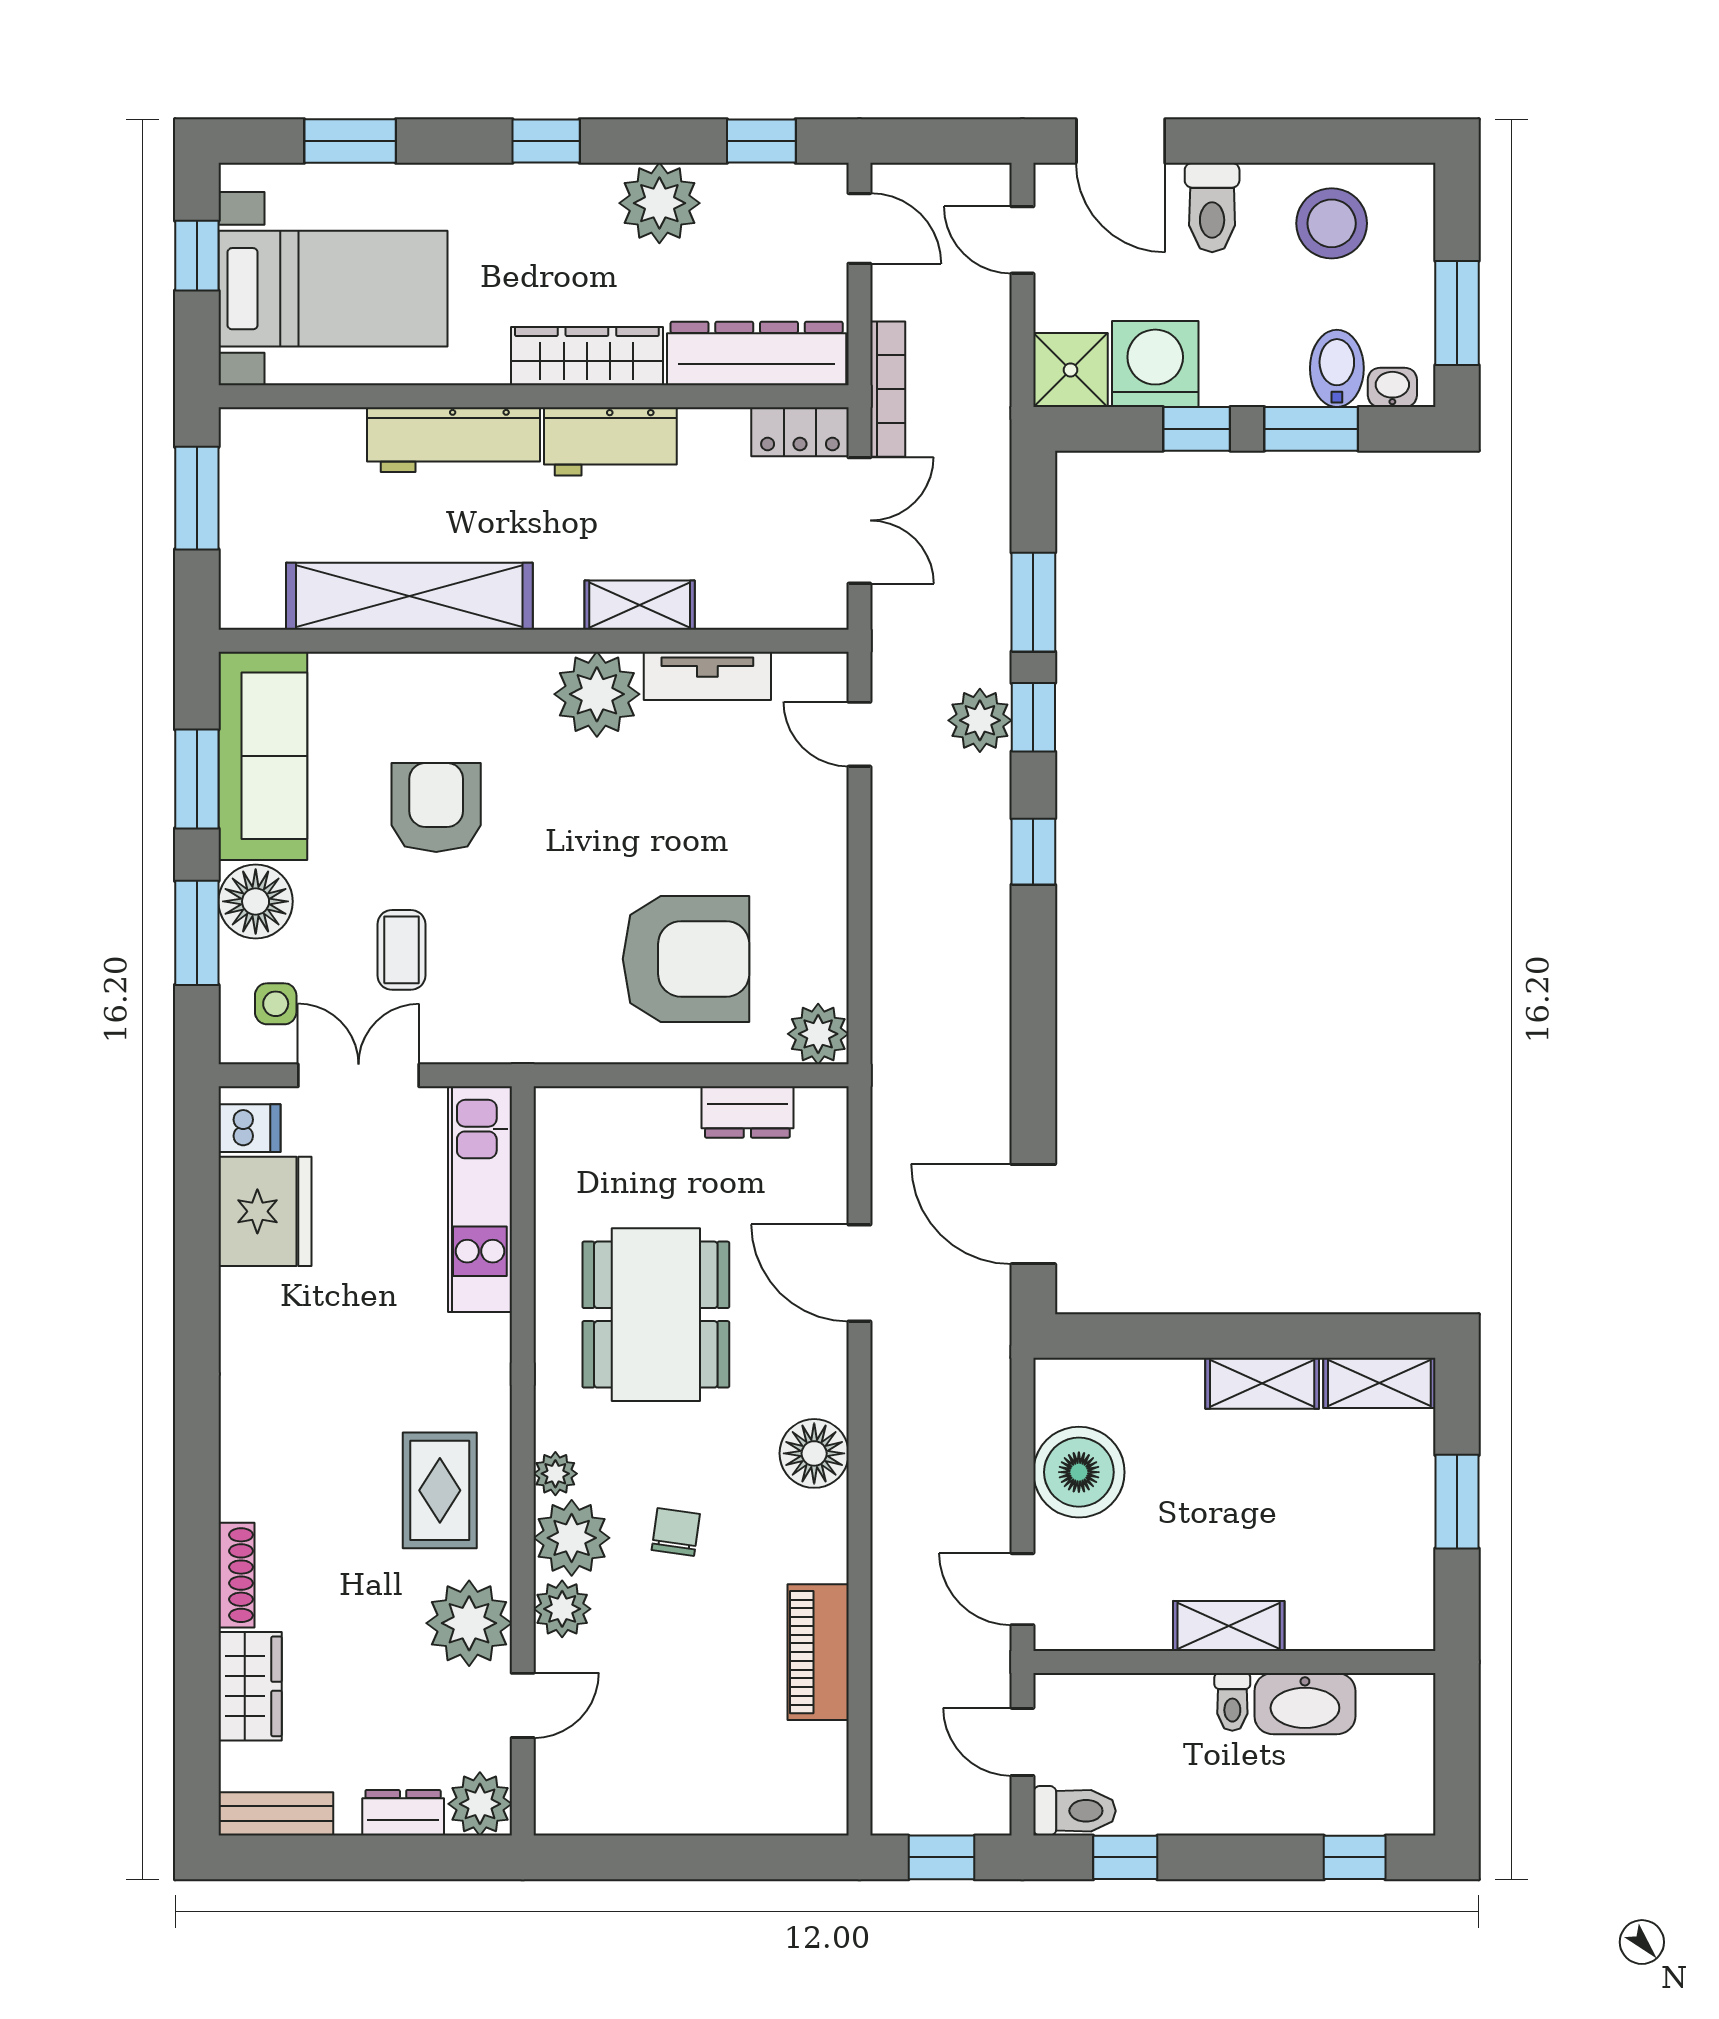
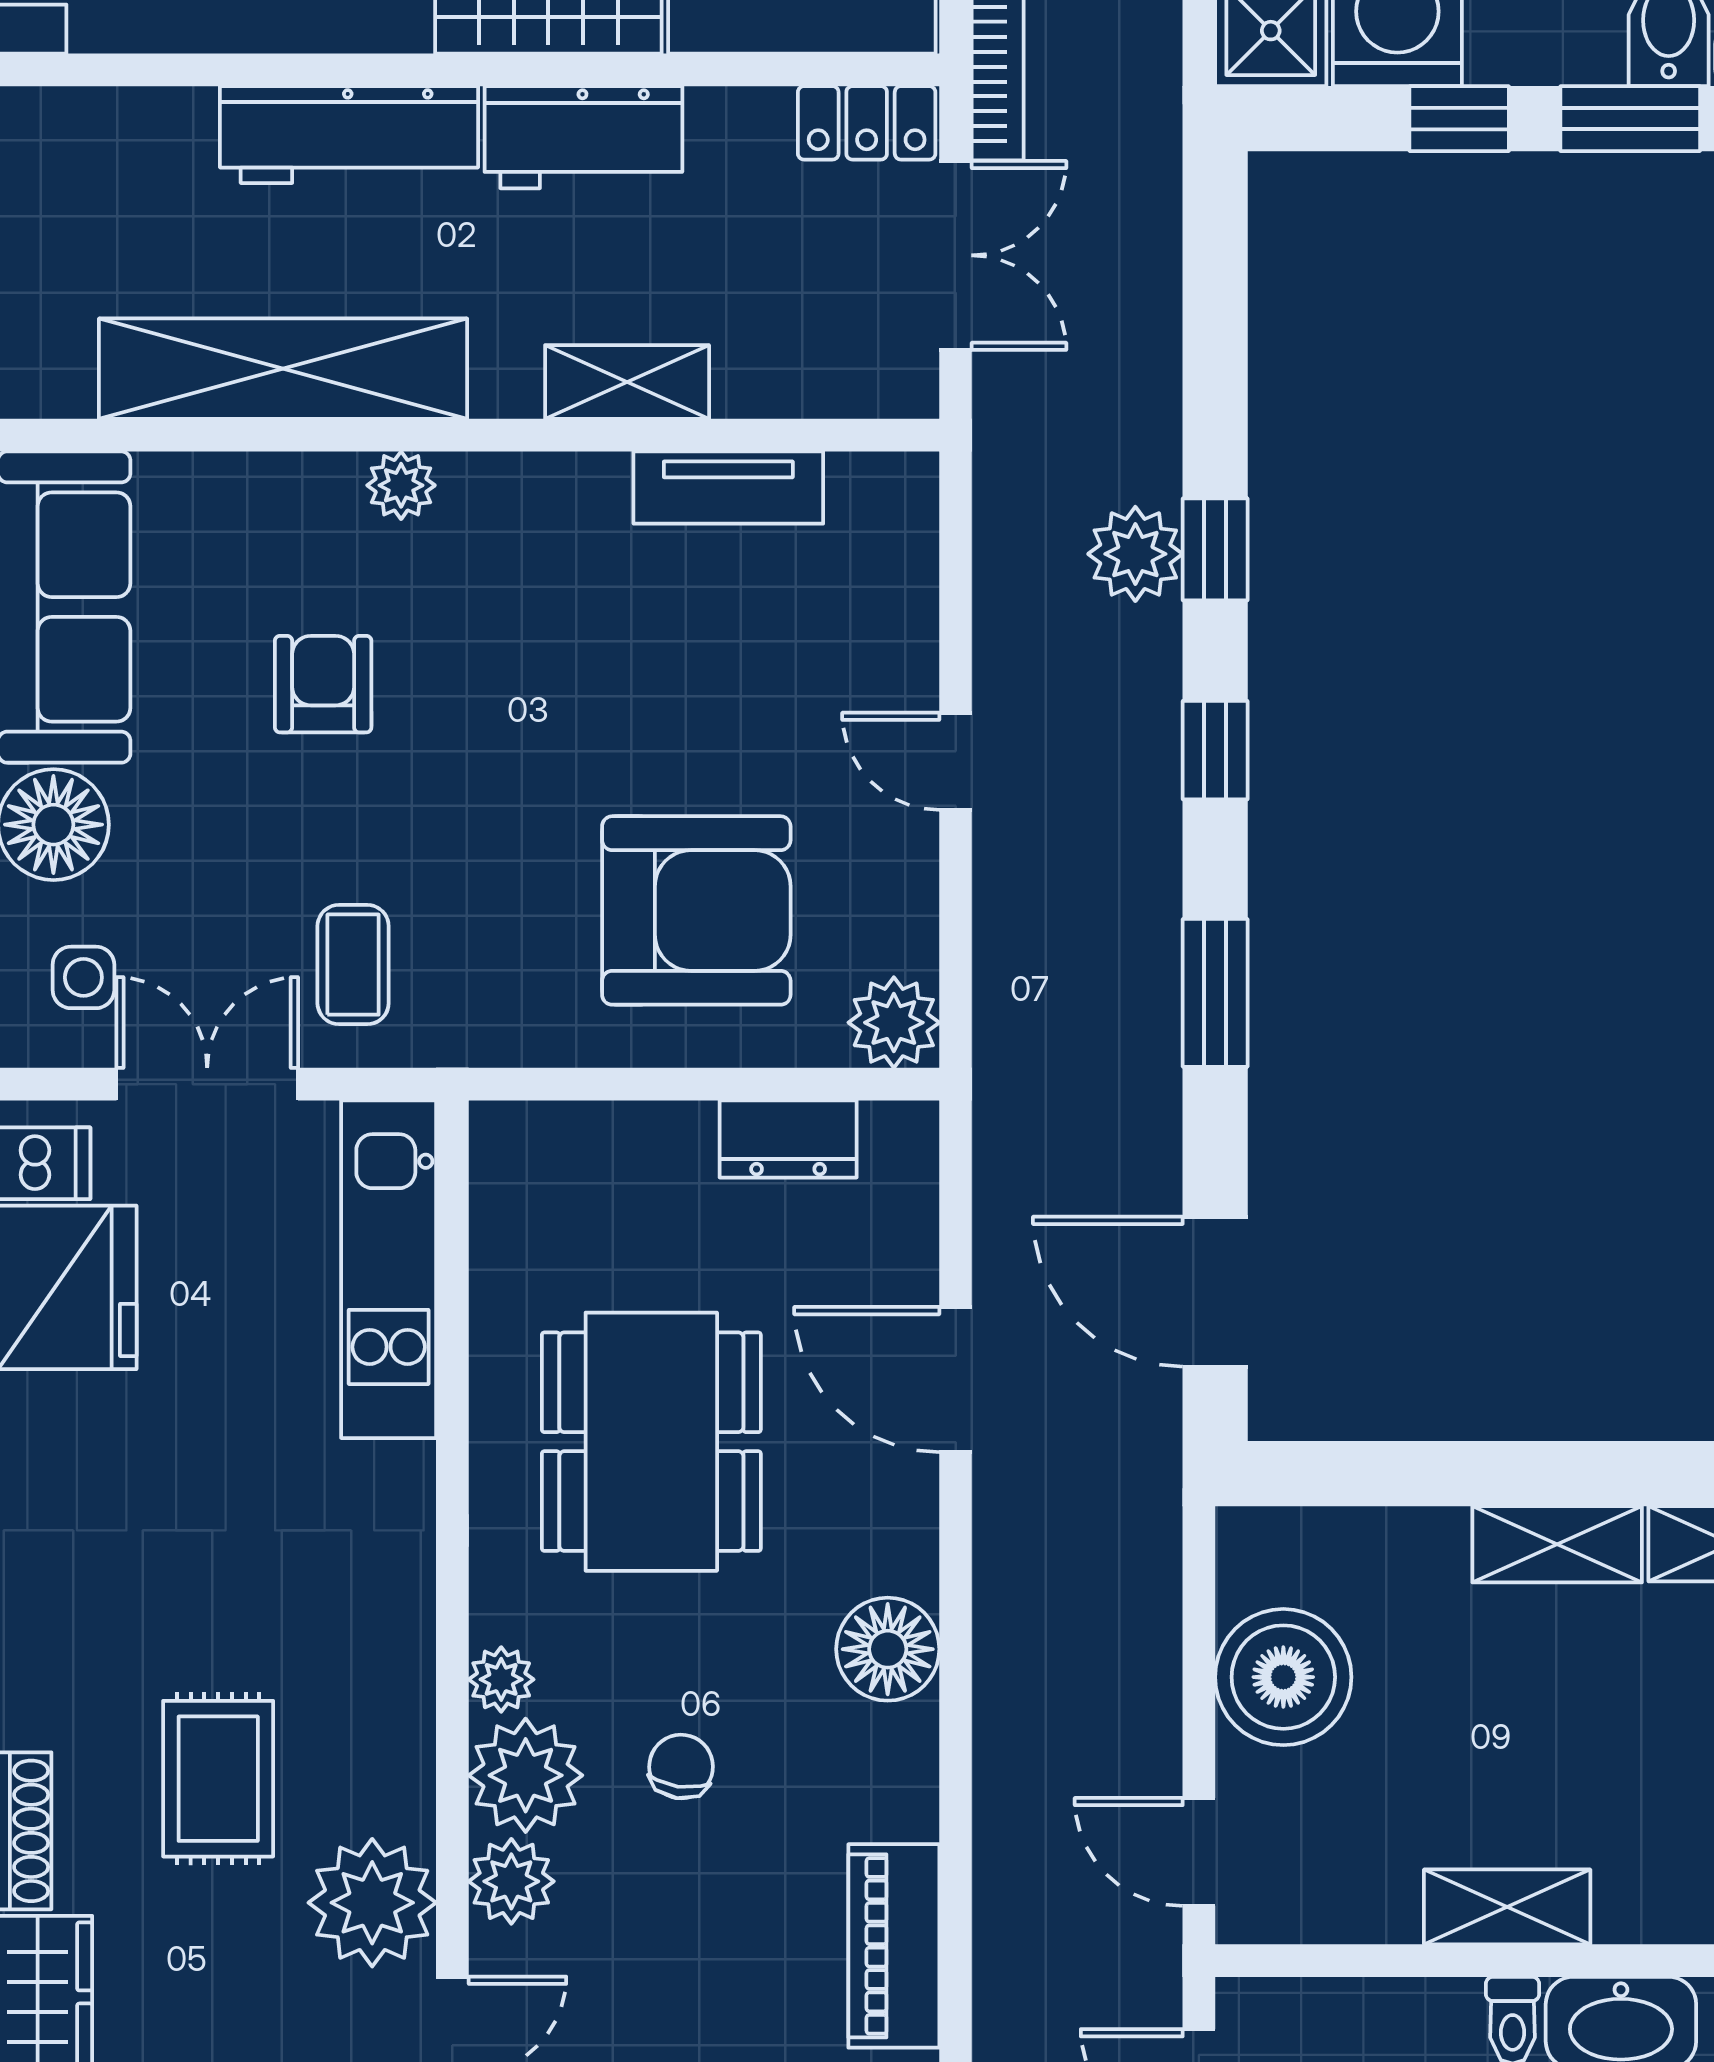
window: (1033, 602) -> (1215, 993), moved
plant: (597, 694) -> (401, 485), moved, width x0.53, depth x0.53
door: (859, 734) -> (956, 761), moved
armchair: (436, 807) -> (323, 684), width x0.72, depth x0.72
coffee table: (401, 950) -> (353, 965), moved
rug: (440, 1490) -> (218, 1779), moved

